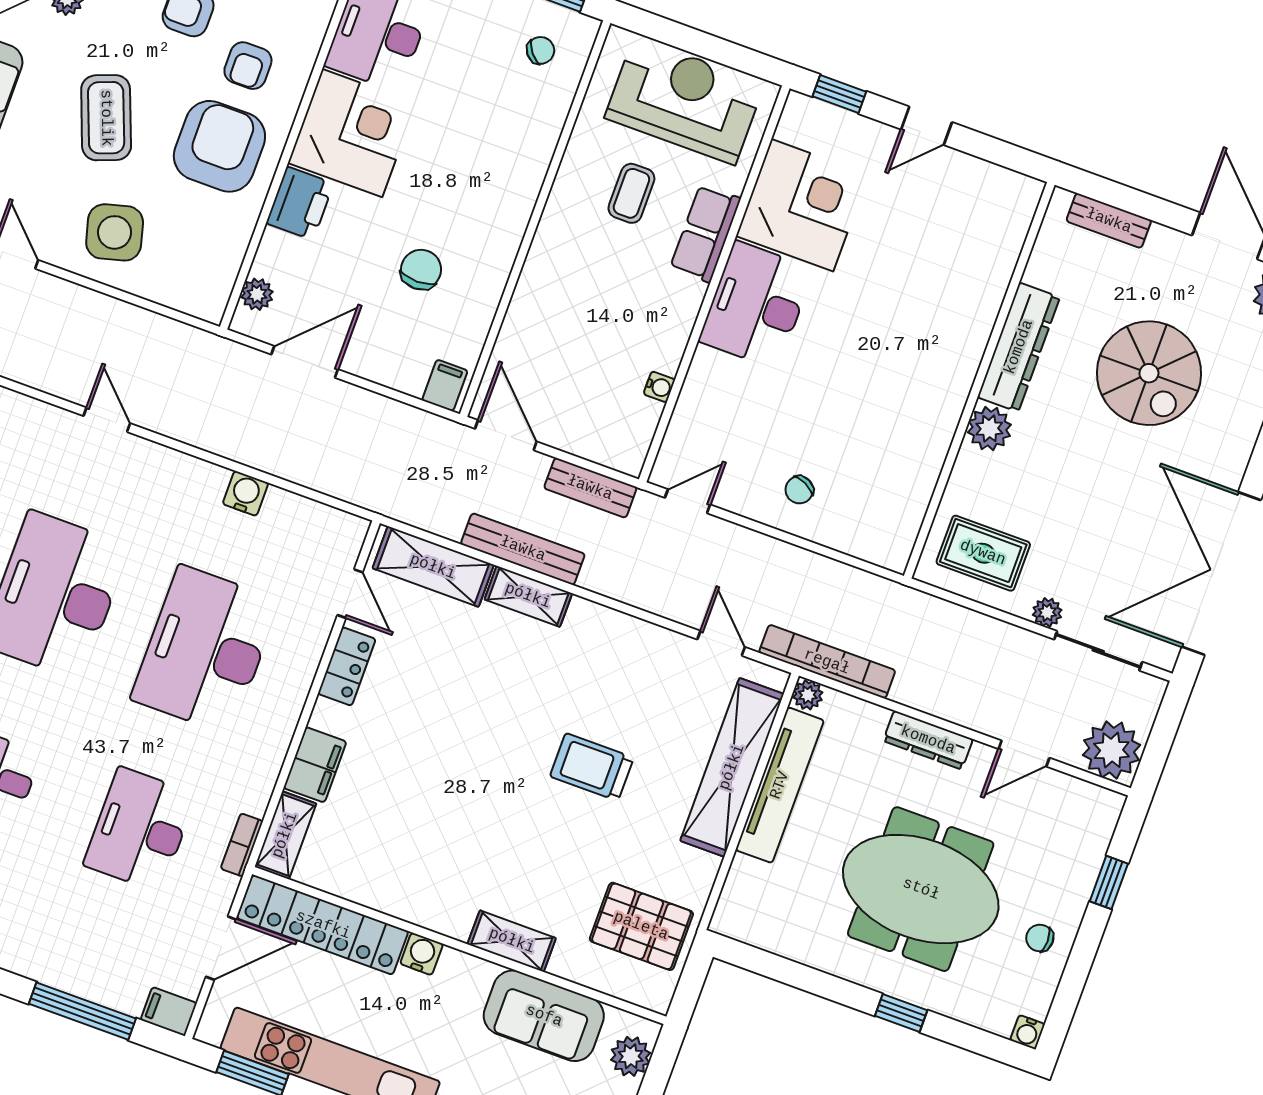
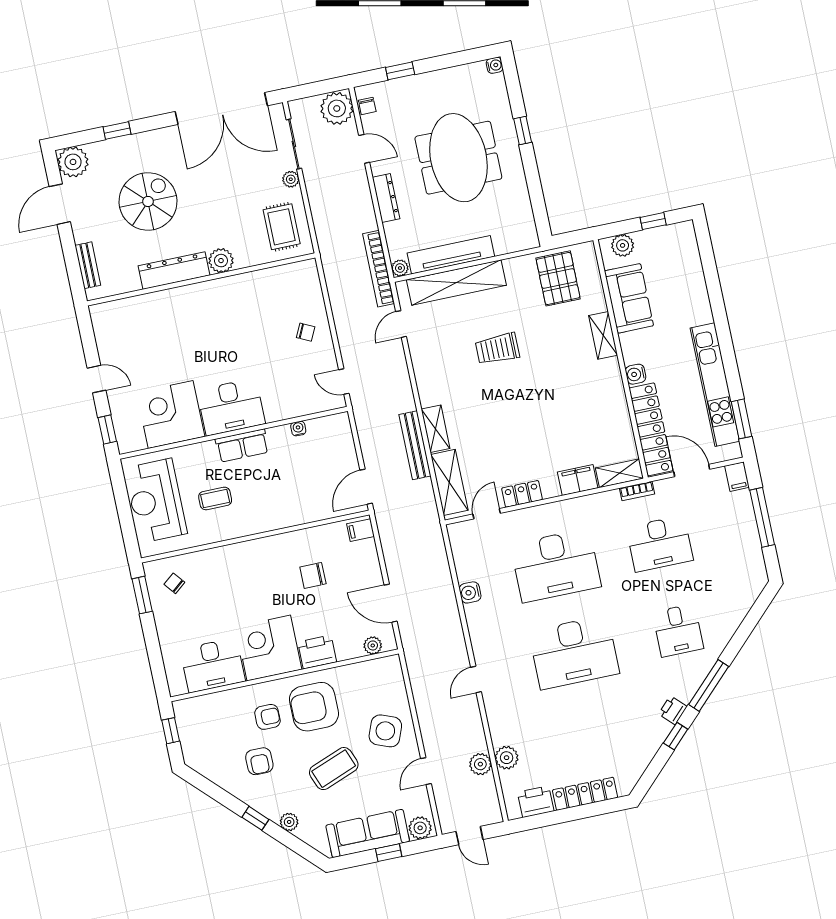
side table: (115, 232) -> (385, 731), turned 36
row of seats: (705, 233) -> (242, 446), moved
bench: (590, 488) -> (366, 431), removed
trolley: (592, 767) -> (497, 349), turned 90
chair: (1040, 938) -> (367, 106), moved

